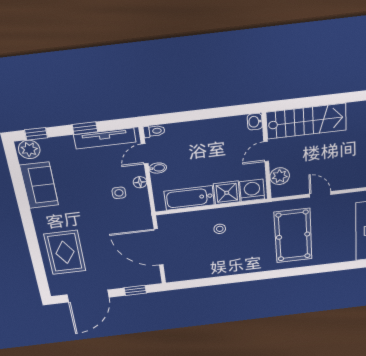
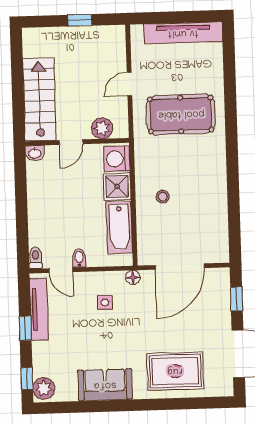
door: (266, 152) -> (71, 142), hinge flipped
floor lamp: (140, 182) -> (133, 277), moved
sofa: (39, 185) -> (105, 385), moved

